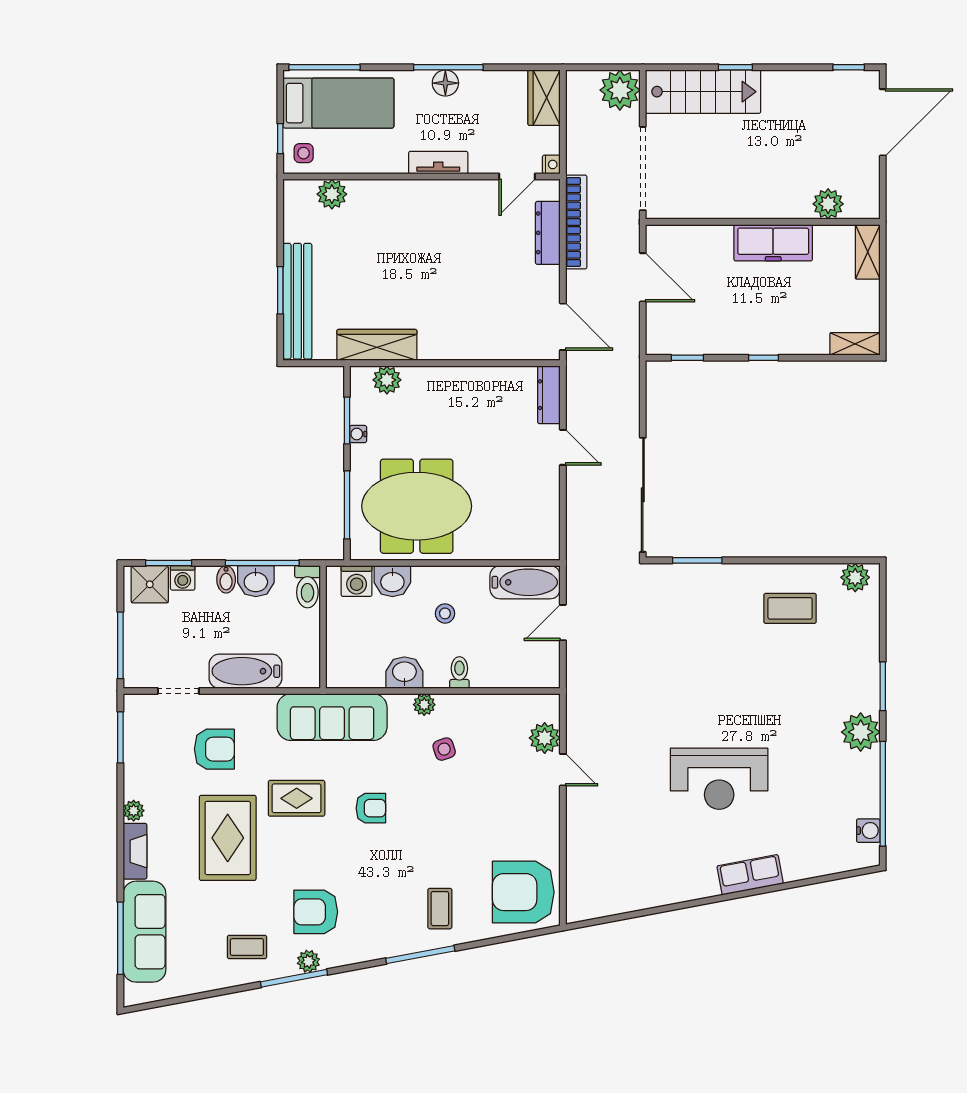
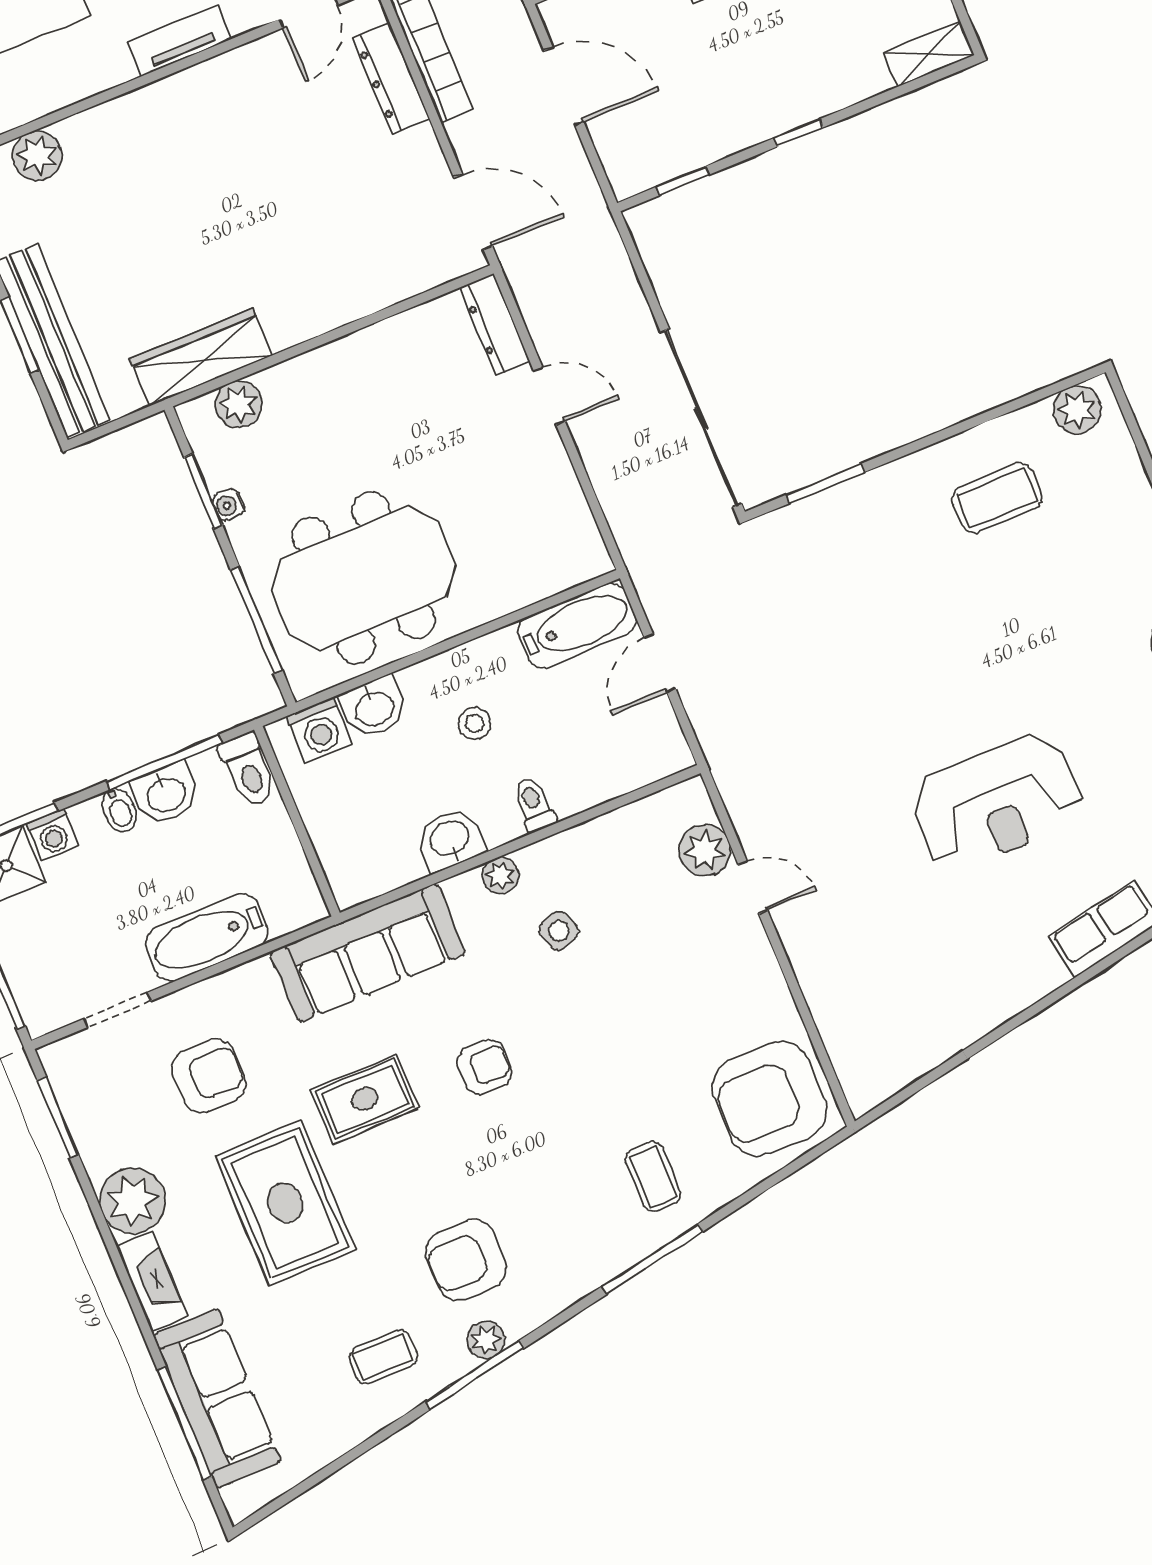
plant: (134, 811) -> (133, 1201), width x1.88, depth x1.88

